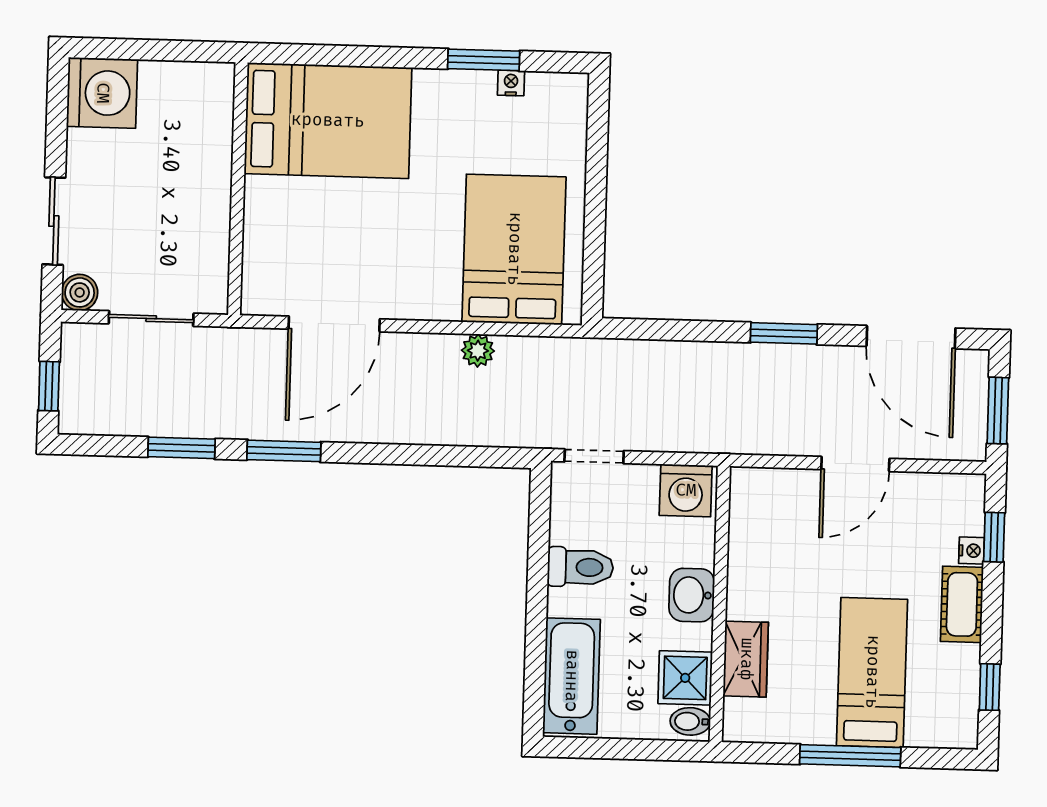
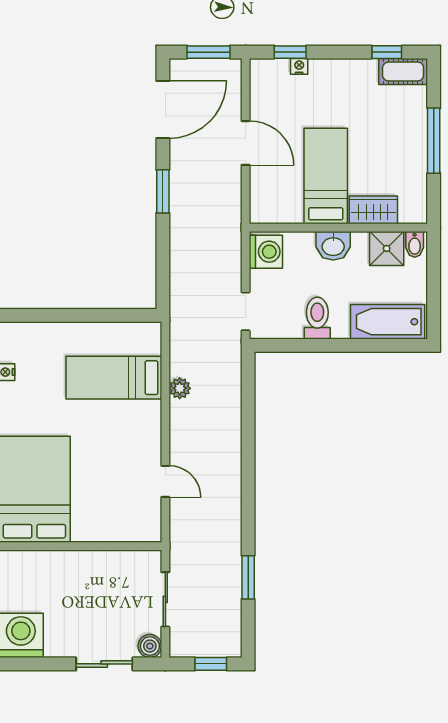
bed: (514, 249) -> (114, 378), width x0.67
door: (334, 324) -> (165, 481), width x0.53
window: (284, 451) -> (248, 511), removed
cot: (962, 604) -> (403, 72), moved
bed: (872, 672) -> (326, 176), moved, turned 90

